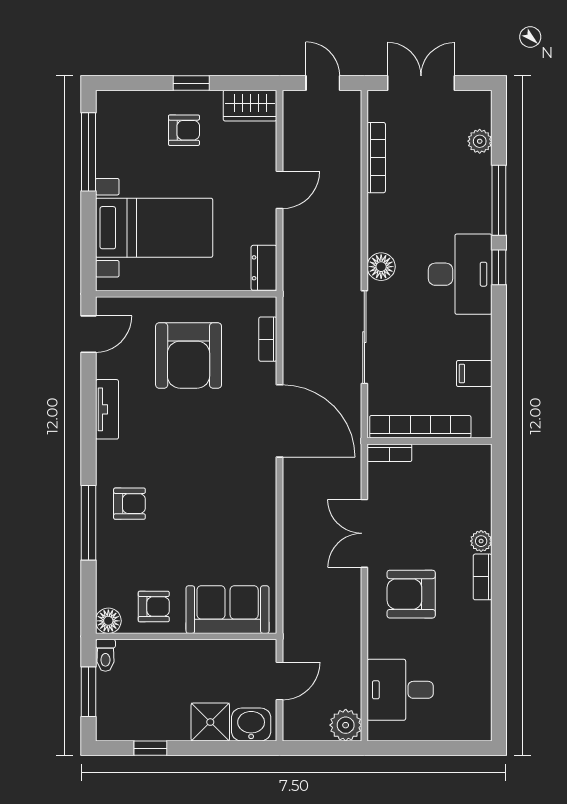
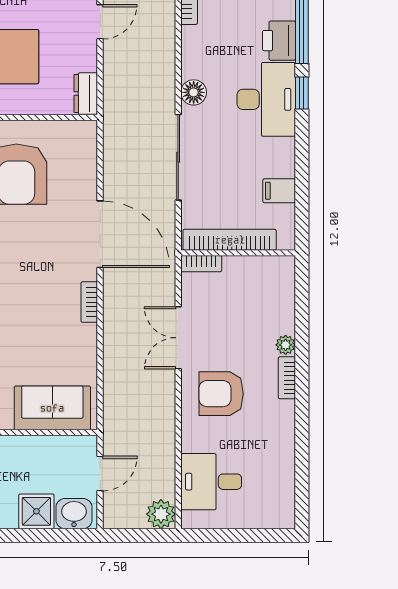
printer: (474, 210) -> (279, 41), added
bookcase: (268, 339) -> (89, 302), moved

